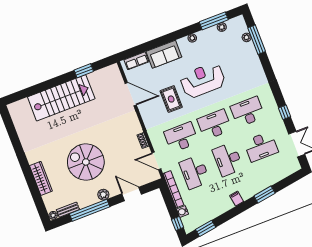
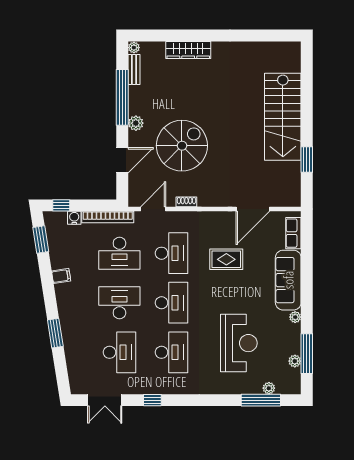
sofa: (164, 54) -> (288, 280), width x1.36
reception desk: (203, 80) -> (239, 343), moved
desk: (261, 147) -> (119, 352), turned 180
spiral stairs: (86, 162) -> (182, 146), moved
desk: (195, 172) -> (119, 253), turned 180
filing cabinet: (237, 199) -> (61, 276), moved

